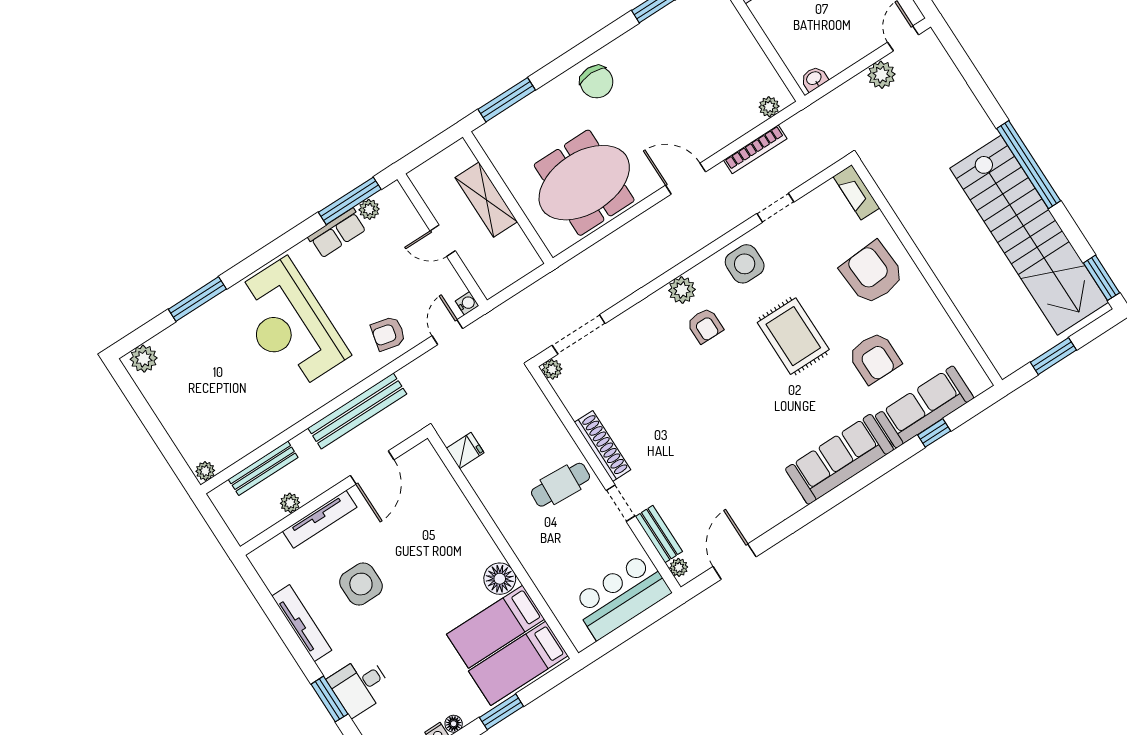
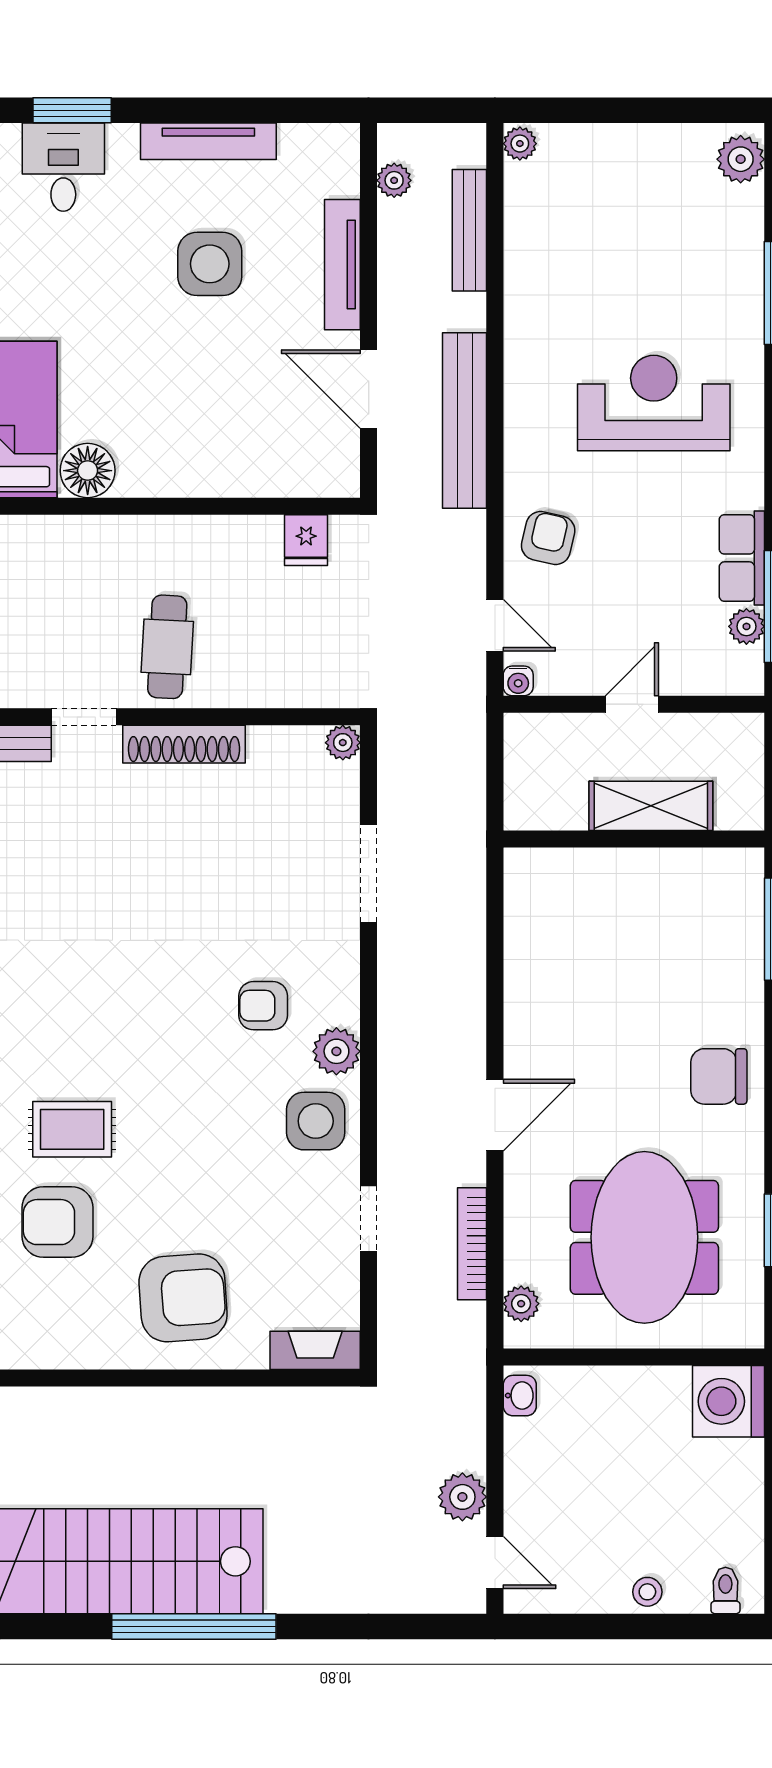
meeting table: (584, 183) -> (644, 1237), moved
plant: (682, 290) -> (336, 1051), moved
reception desk: (289, 325) -> (654, 403), width x0.74, depth x0.77
doorway: (579, 334) -> (369, 873), moved
rug: (793, 336) -> (72, 1129), moved, width x0.73, depth x0.70
plant: (290, 503) -> (394, 180), moved

